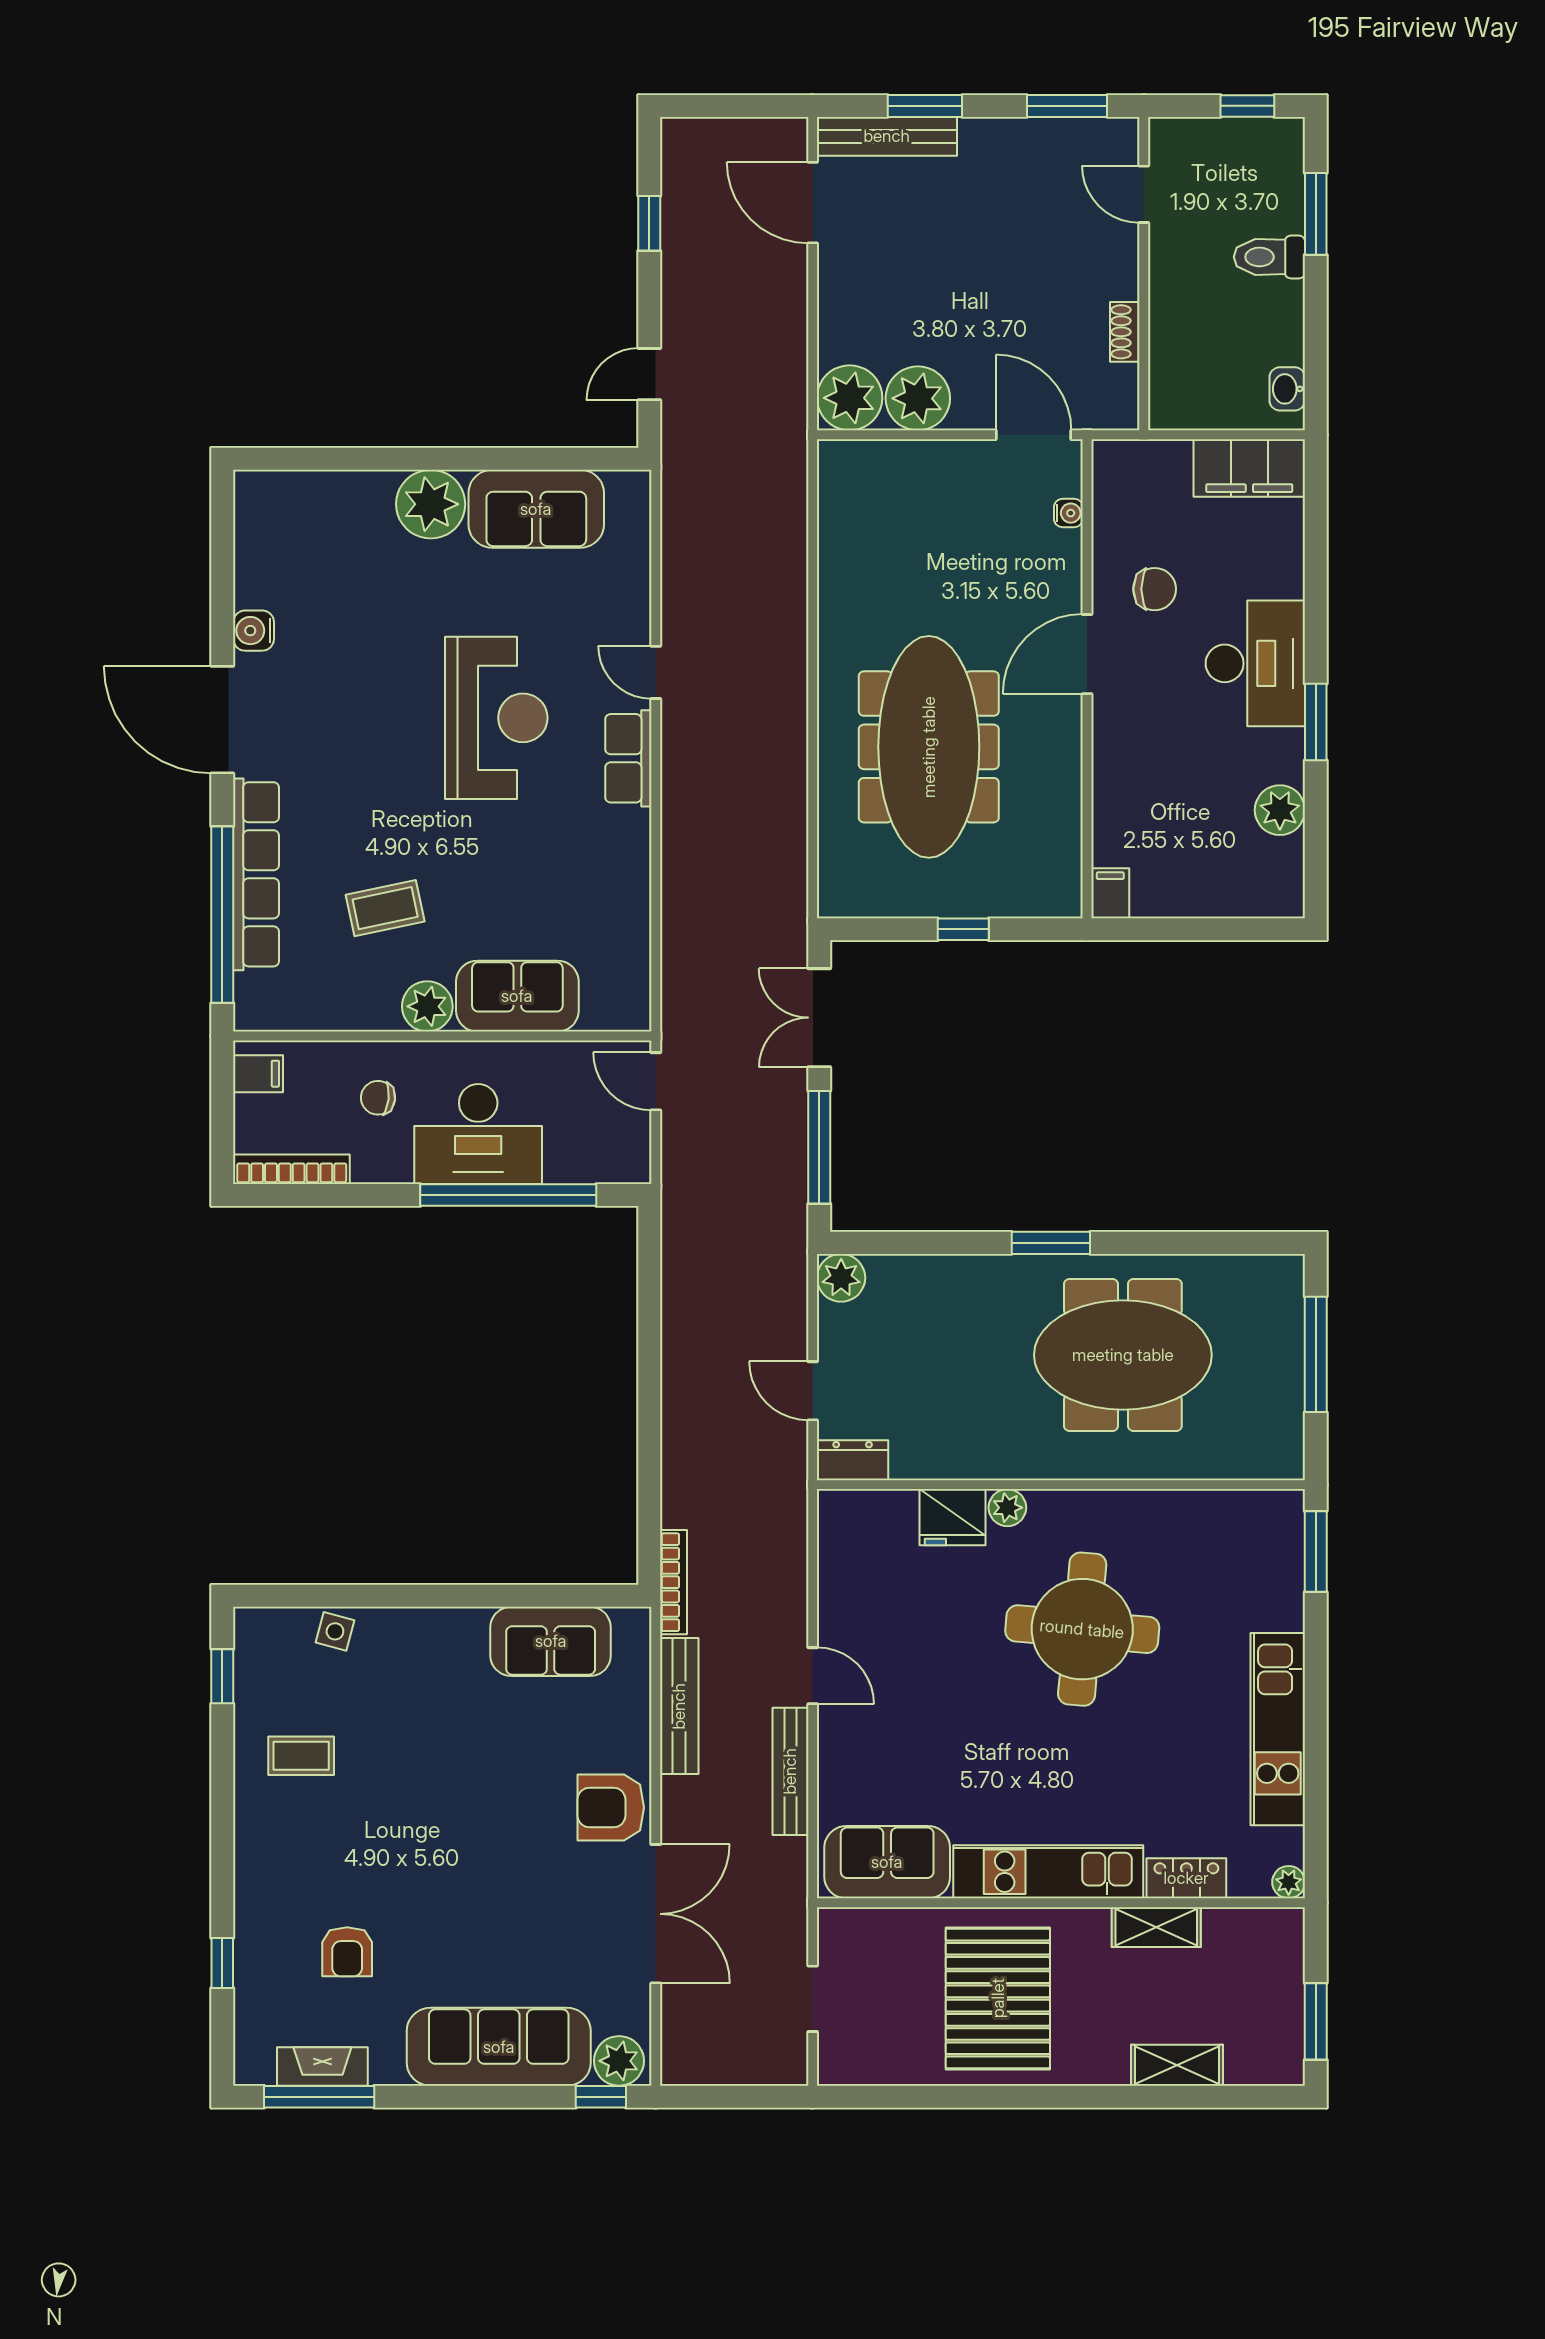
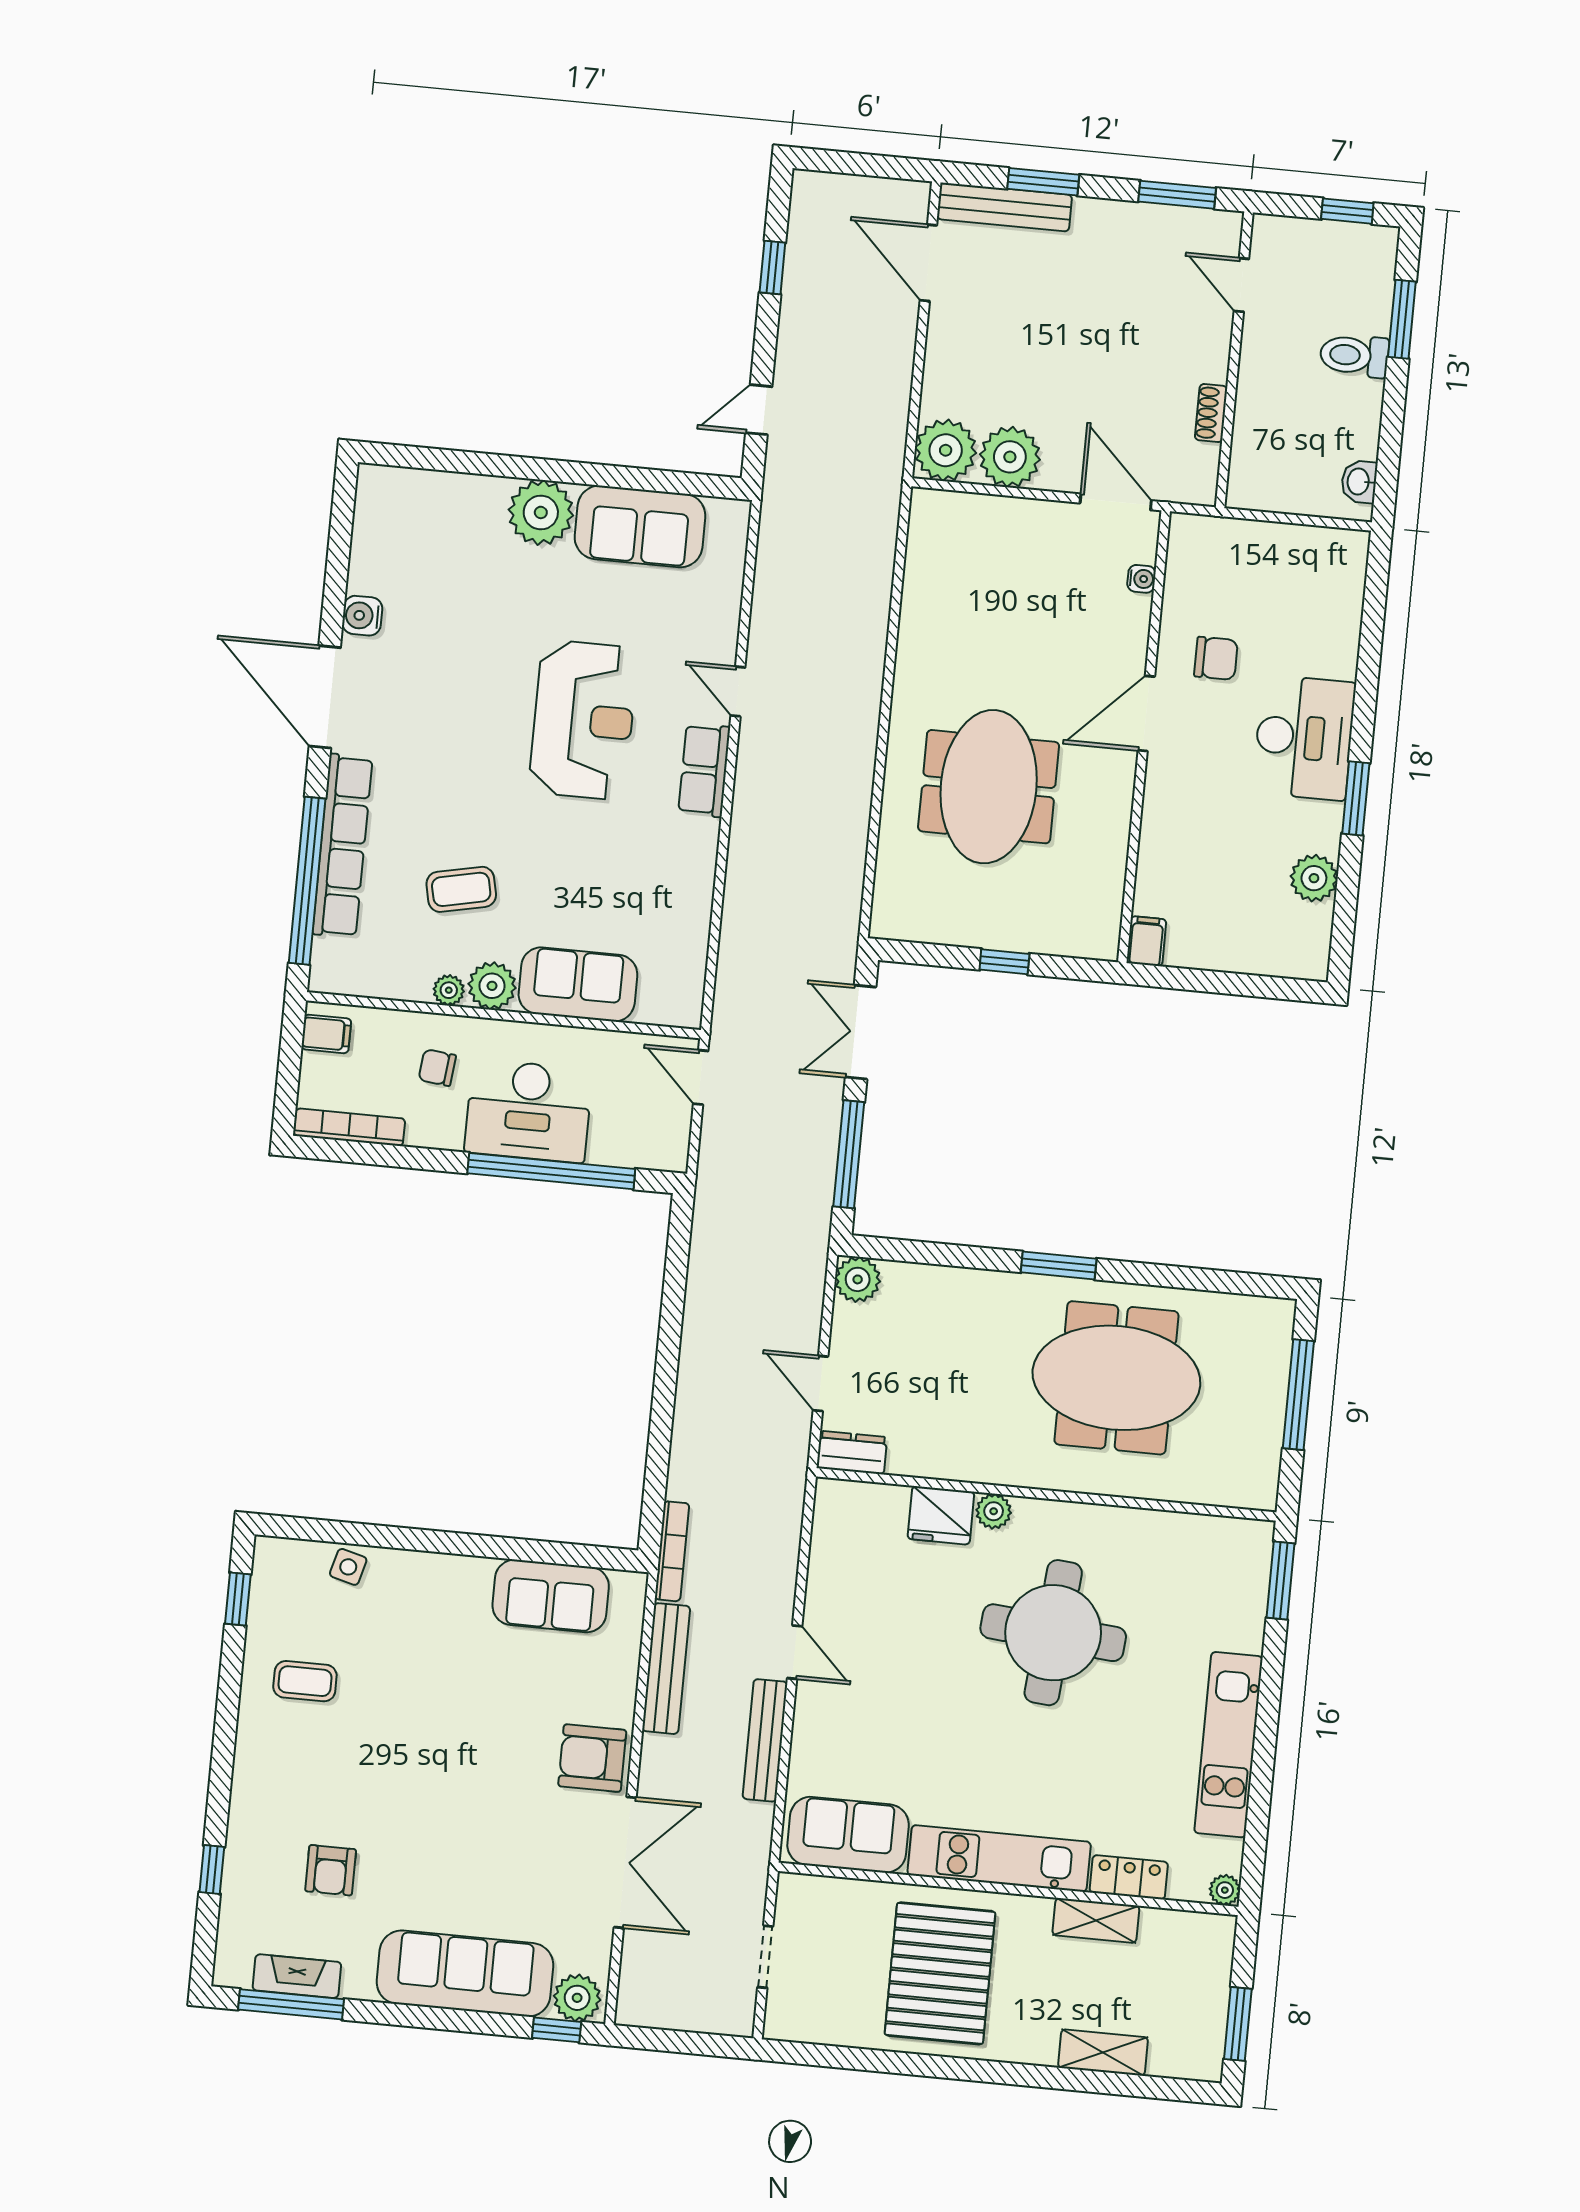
filing cabinet: (1249, 468) -> (1316, 553), removed
meeting table: (929, 747) -> (989, 787), width x0.73
plant: (382, 1015) -> (449, 990), added

